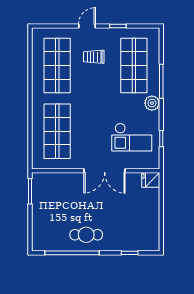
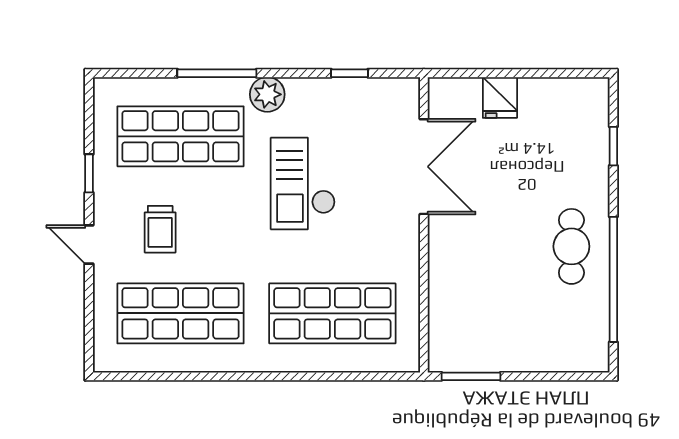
checkout: (132, 137) -> (303, 184), moved, turned 180
double door: (105, 171) -> (424, 167), moved
fridge: (151, 180) -> (500, 97), moved

